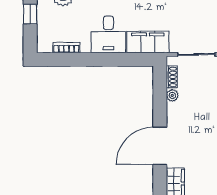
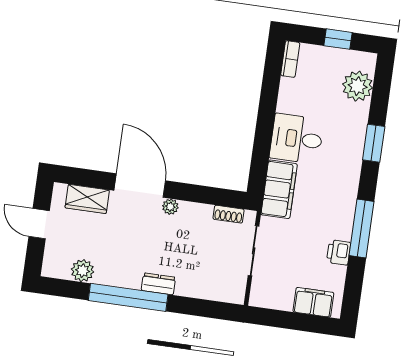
bookcase: (66, 48) -> (290, 59), moved
plant: (172, 95) -> (170, 207), moved

